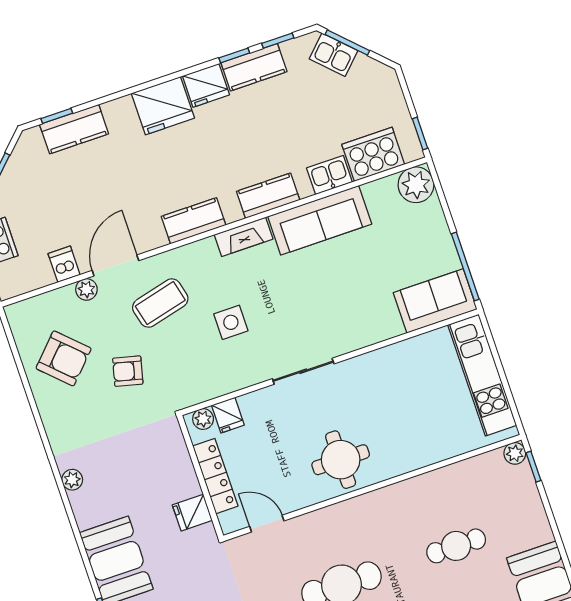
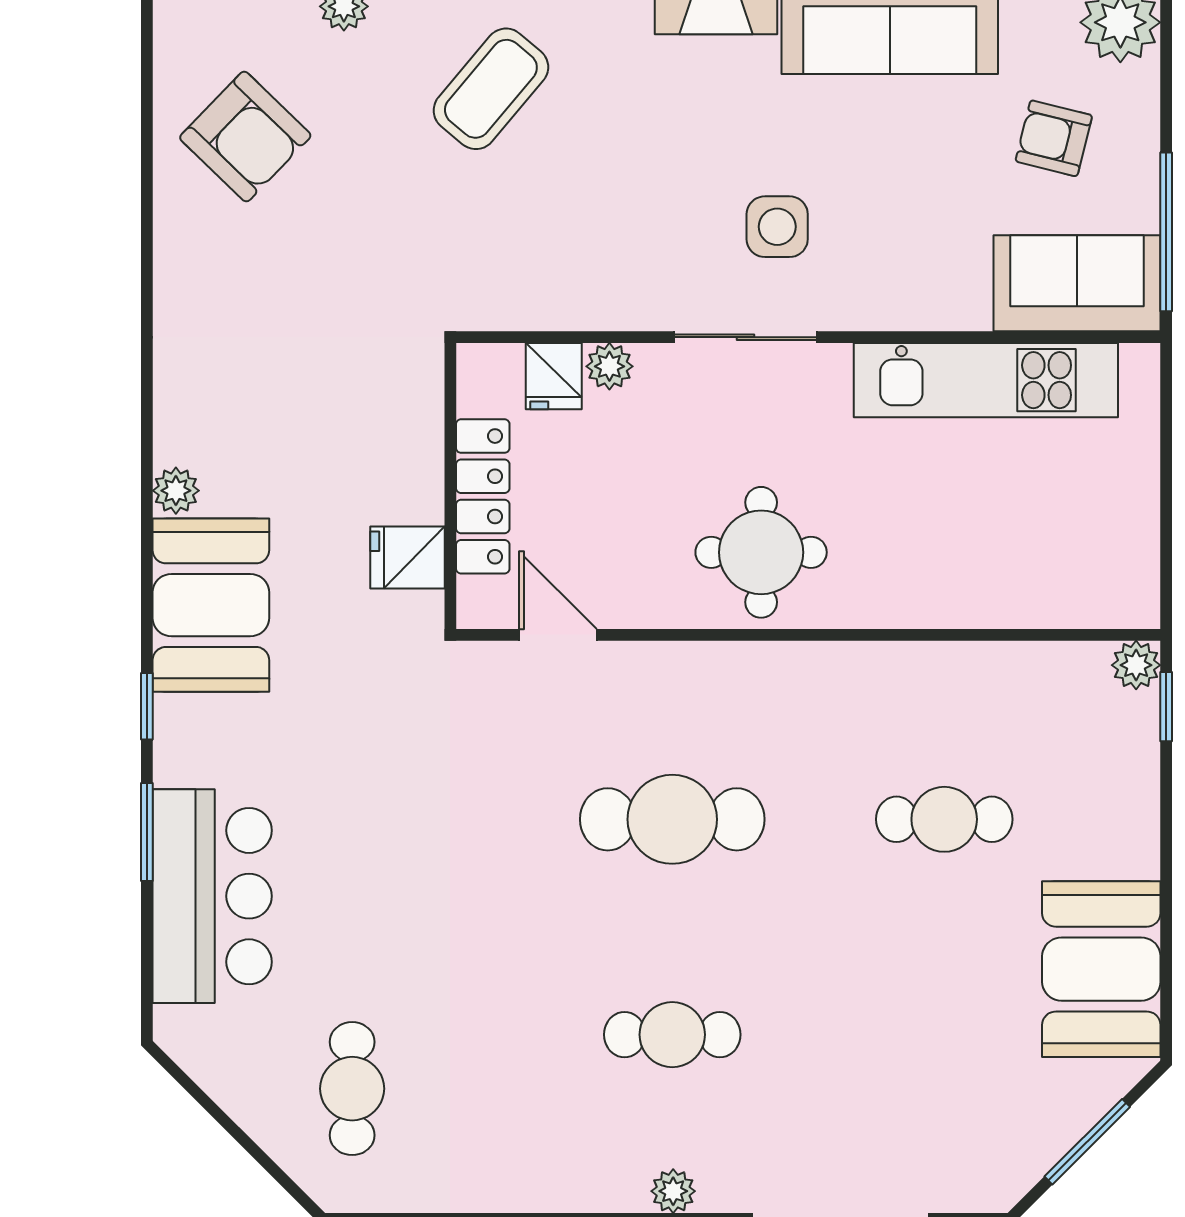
coffee table: (160, 303) -> (491, 89), turned -36
side table: (231, 322) -> (777, 227), moved
armchair: (128, 371) -> (1054, 138), moved
kitchen unit: (482, 375) -> (986, 380), moved, turned -90
plant: (203, 419) -> (609, 366), moved
plant: (72, 480) -> (176, 491), moved

